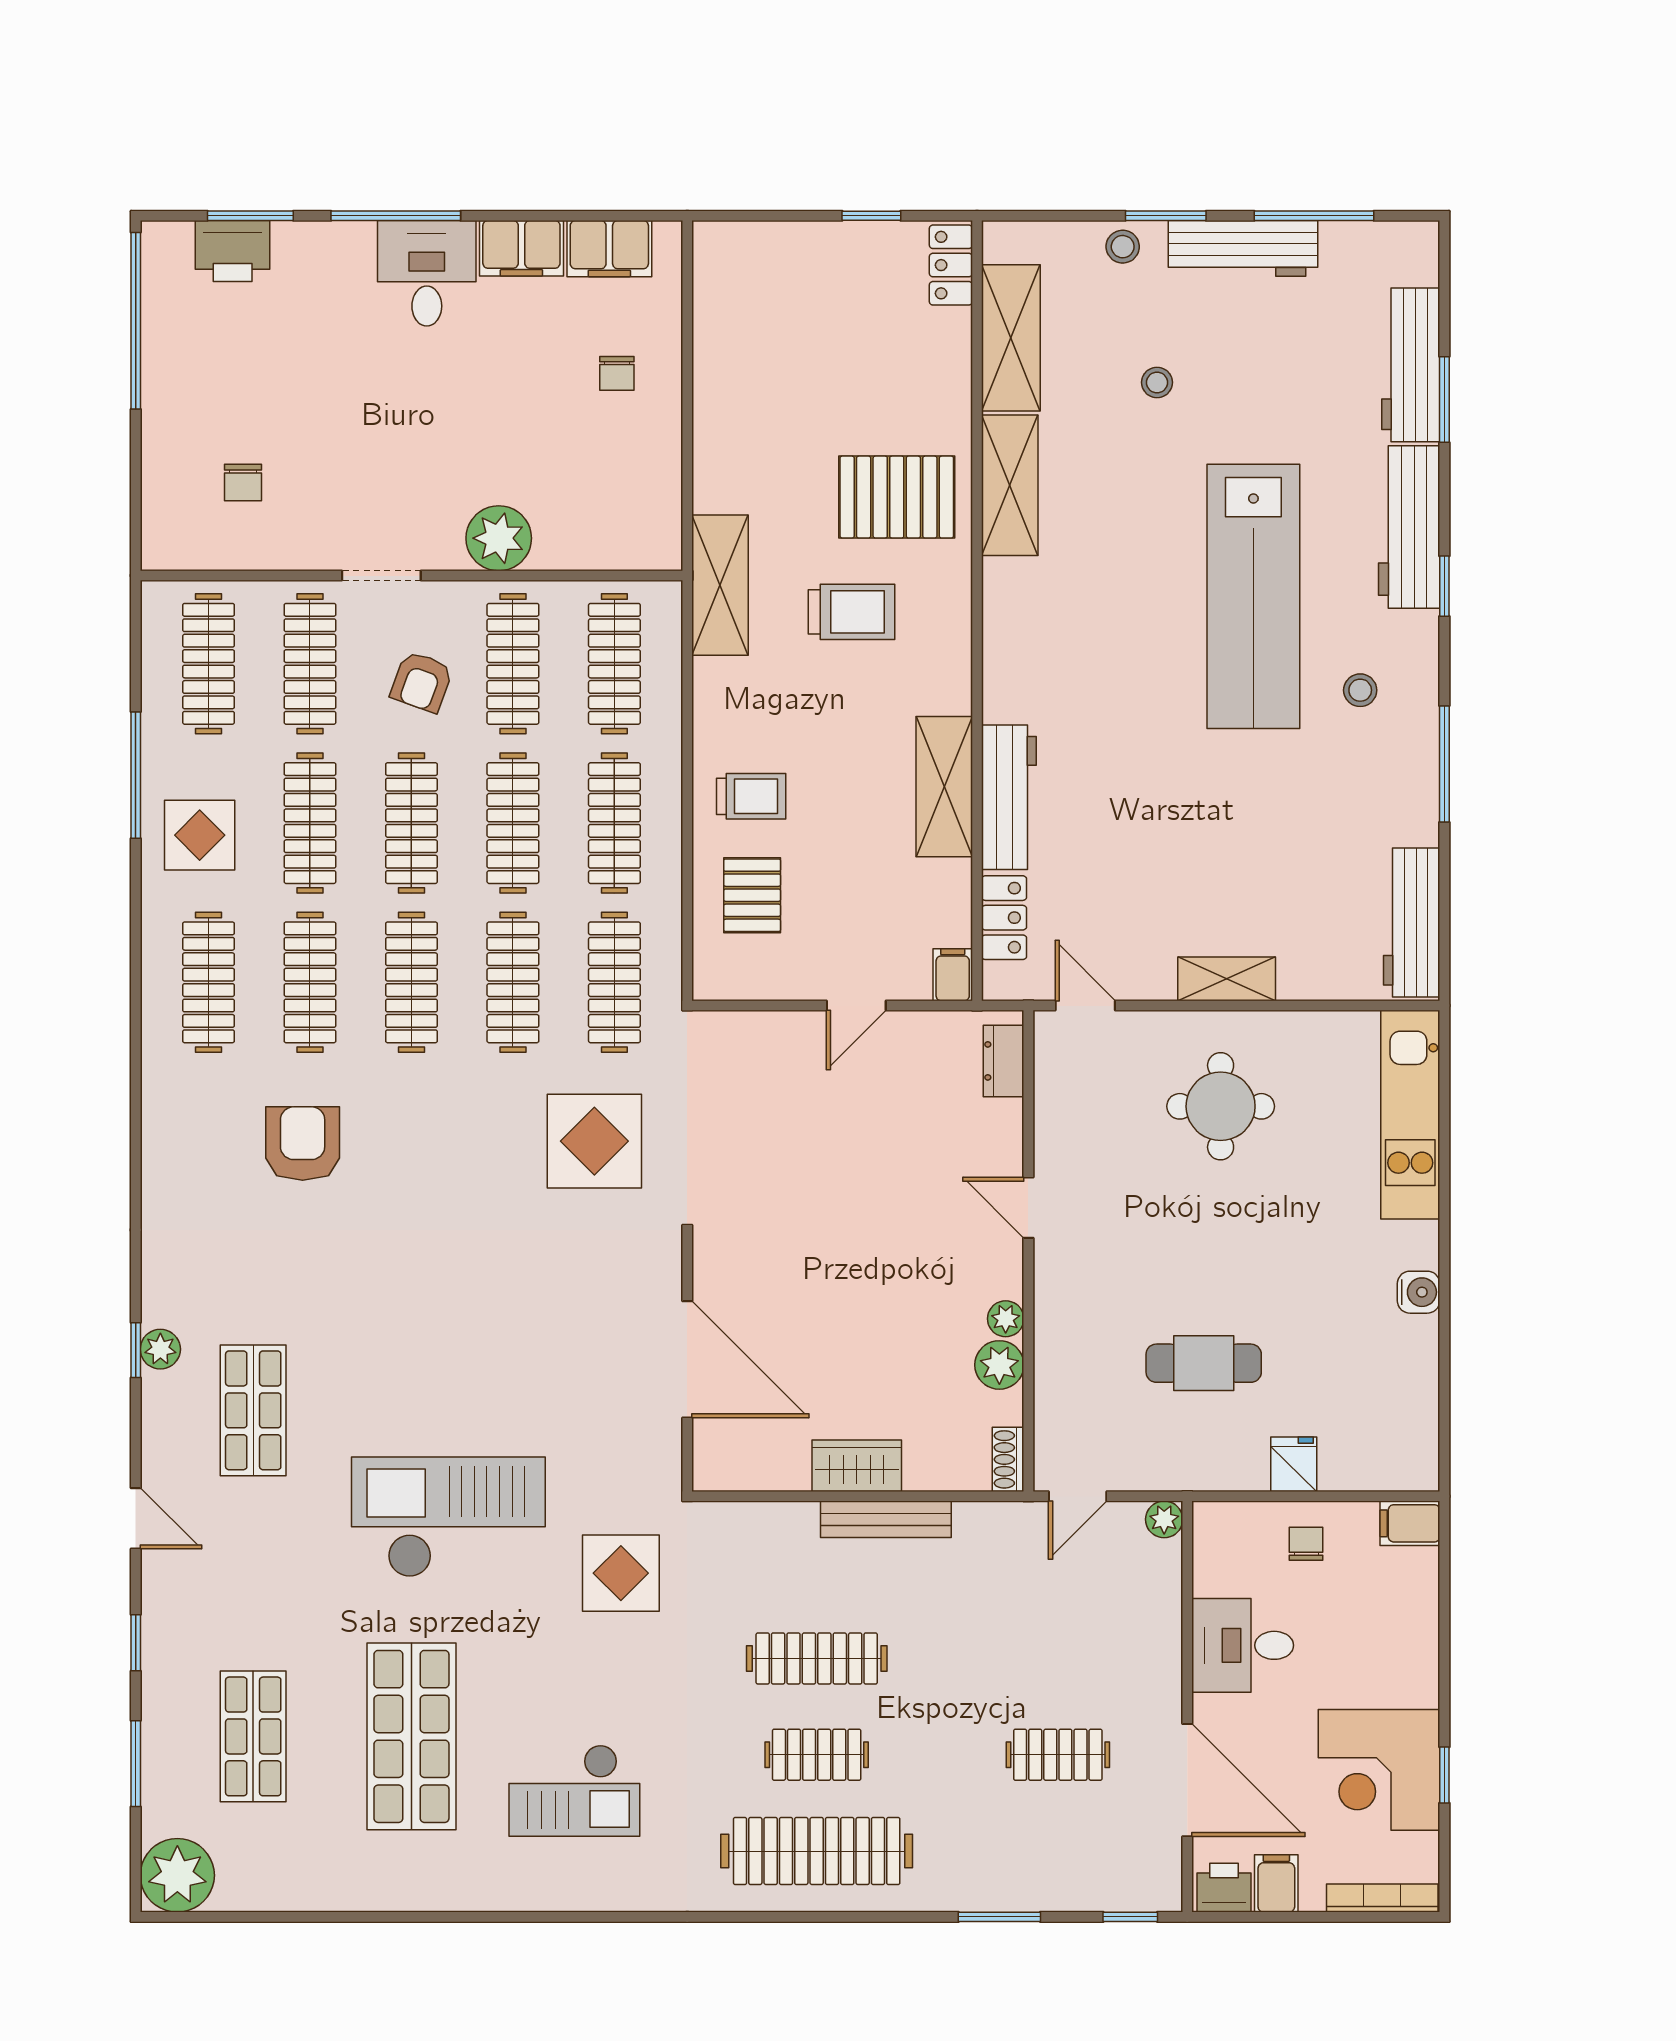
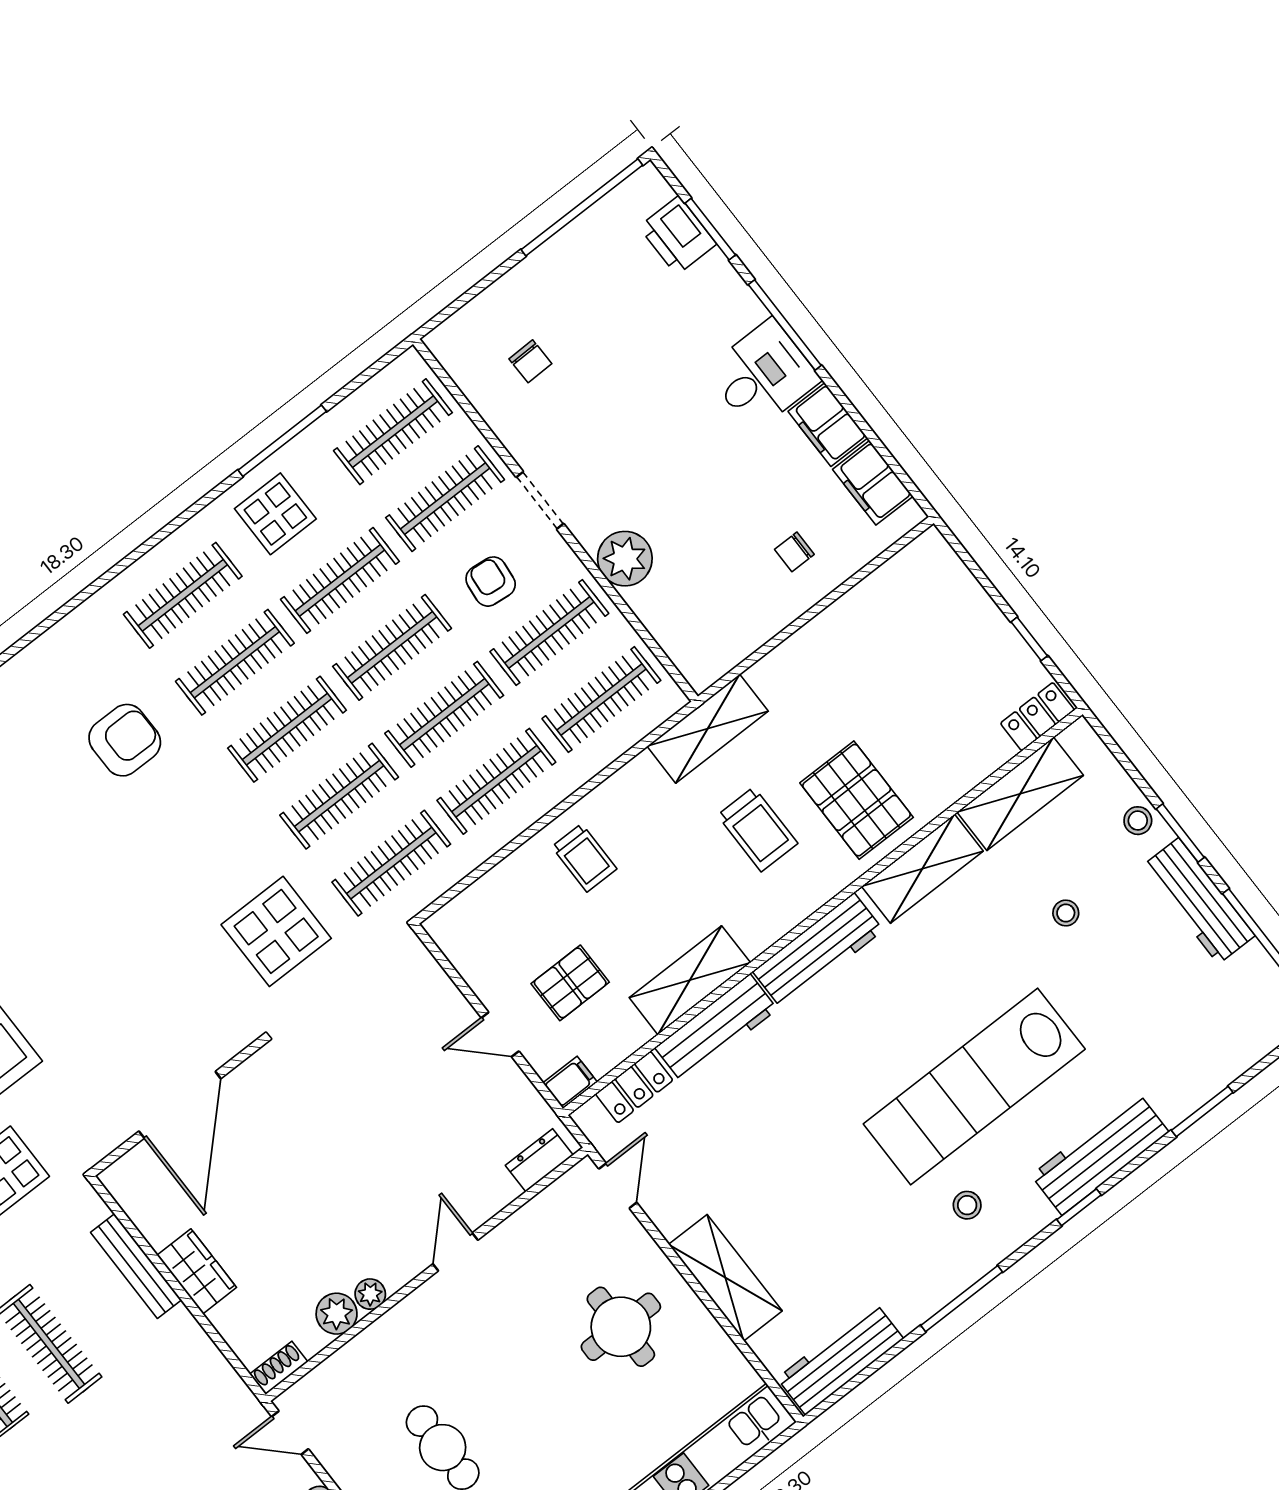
workbench: (1411, 365) -> (818, 951), moved, turned 180
chair: (243, 482) -> (530, 361), turned -91
armchair: (422, 682) -> (491, 582), turned 76
pallet: (752, 895) -> (570, 983), moved
shelving: (1227, 979) -> (725, 1278), width x1.50, depth x1.33
bench: (886, 1519) -> (136, 1266), moved

